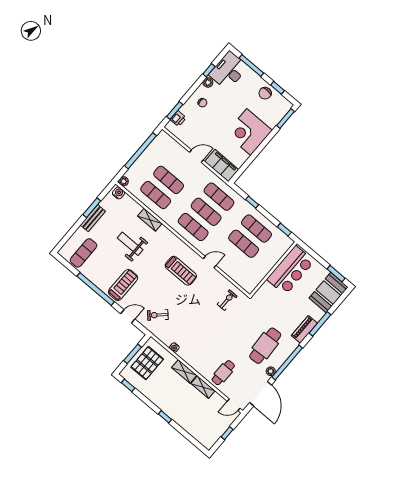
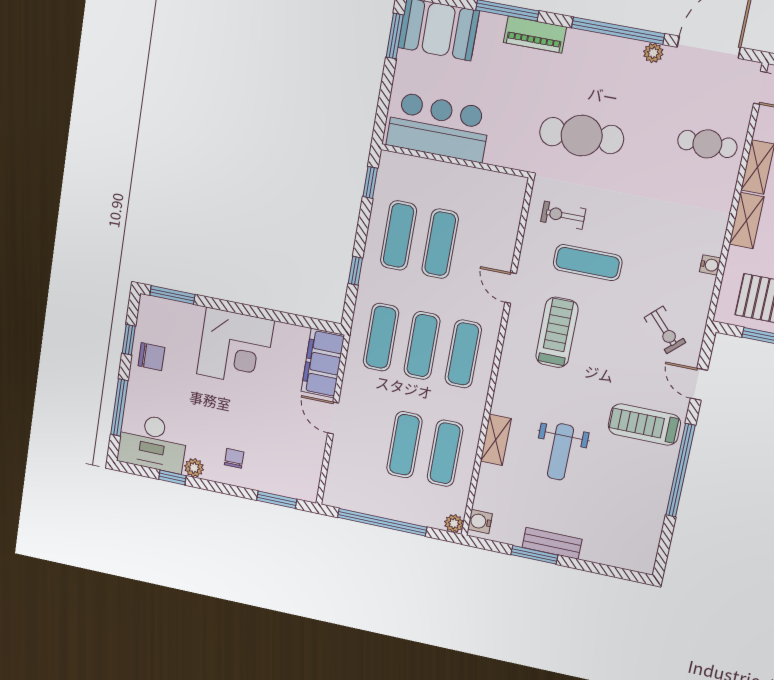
printer: (178, 119) -> (287, 486), removed
exercise mat: (84, 253) -> (588, 263), moved
cafe table: (265, 346) -> (582, 136), moved

